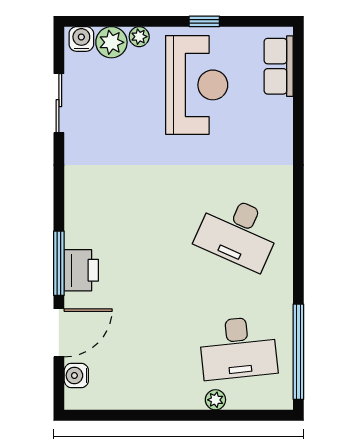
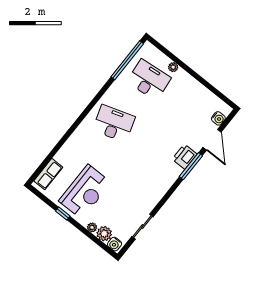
reception desk: (197, 85) -> (85, 192), turned 180
desk: (238, 232) -> (114, 124), turned -42
door: (59, 333) -> (212, 140), swing flipped

